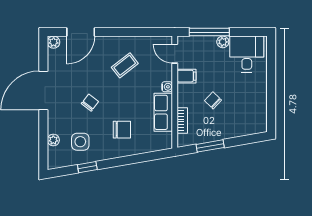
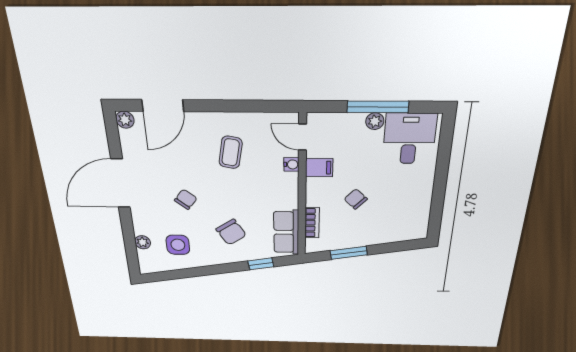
window: (209, 32) -> (378, 107), moved
coffee table: (125, 65) -> (231, 152), turned -42
water cooler: (167, 87) -> (291, 164), moved
row of seats: (163, 112) -> (286, 232), moved
chair: (122, 130) -> (231, 232), turned 57
window: (87, 167) -> (261, 264), moved

